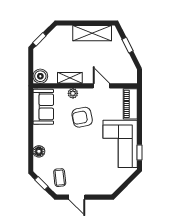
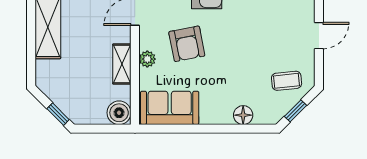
door: (77, 197) -> (319, 36), moved

